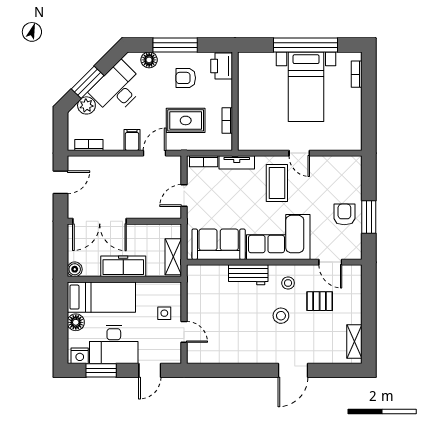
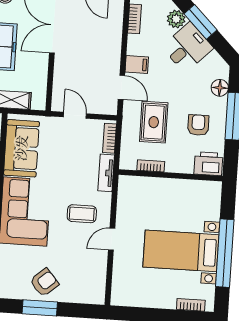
desk: (117, 89) -> (187, 47), width x0.73
coffee table: (277, 183) -> (82, 214), width x0.73, depth x0.77
armchair: (344, 214) -> (44, 282), turned -41

